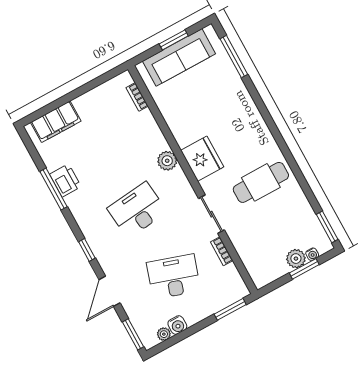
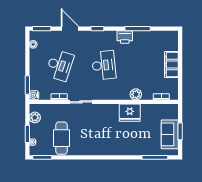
sofa: (179, 57) -> (170, 134), width x0.73
filing cabinet: (56, 122) -> (171, 65), moved
fridge: (202, 159) -> (130, 113), moved
plant: (167, 161) -> (136, 94), moved
printer: (65, 180) -> (125, 37), moved
cafe table: (261, 182) -> (62, 138), moved
plant: (296, 259) -> (35, 117), moved
water cooler: (177, 325) -> (34, 95), moved

